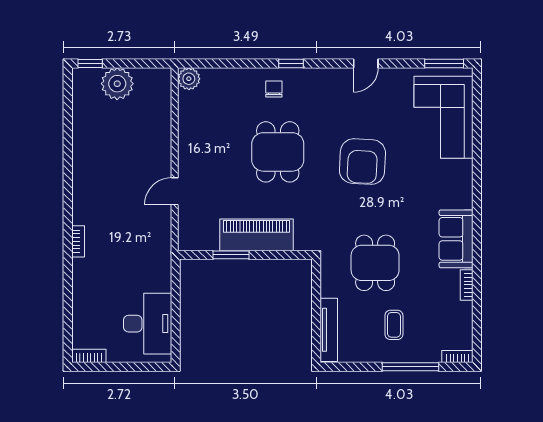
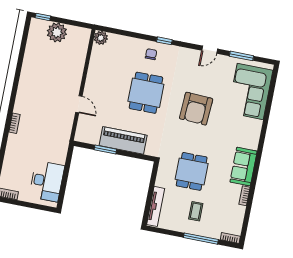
window: (444, 63) -> (241, 56), moved
door: (175, 191) -> (79, 104), swing flipped

